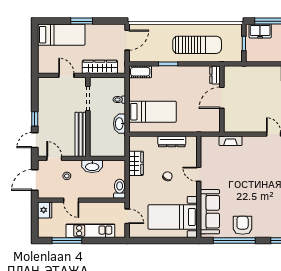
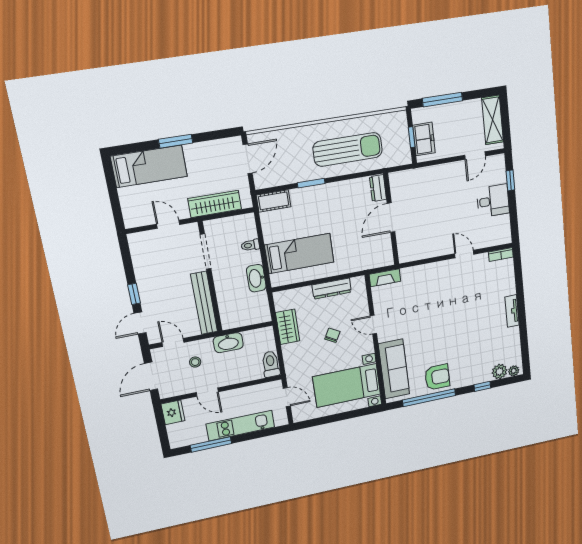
freezer: (260, 31) -> (424, 139), moved, turned -90
fireplace: (231, 141) -> (385, 278), moved
armchair: (243, 225) -> (437, 377), turned 90

